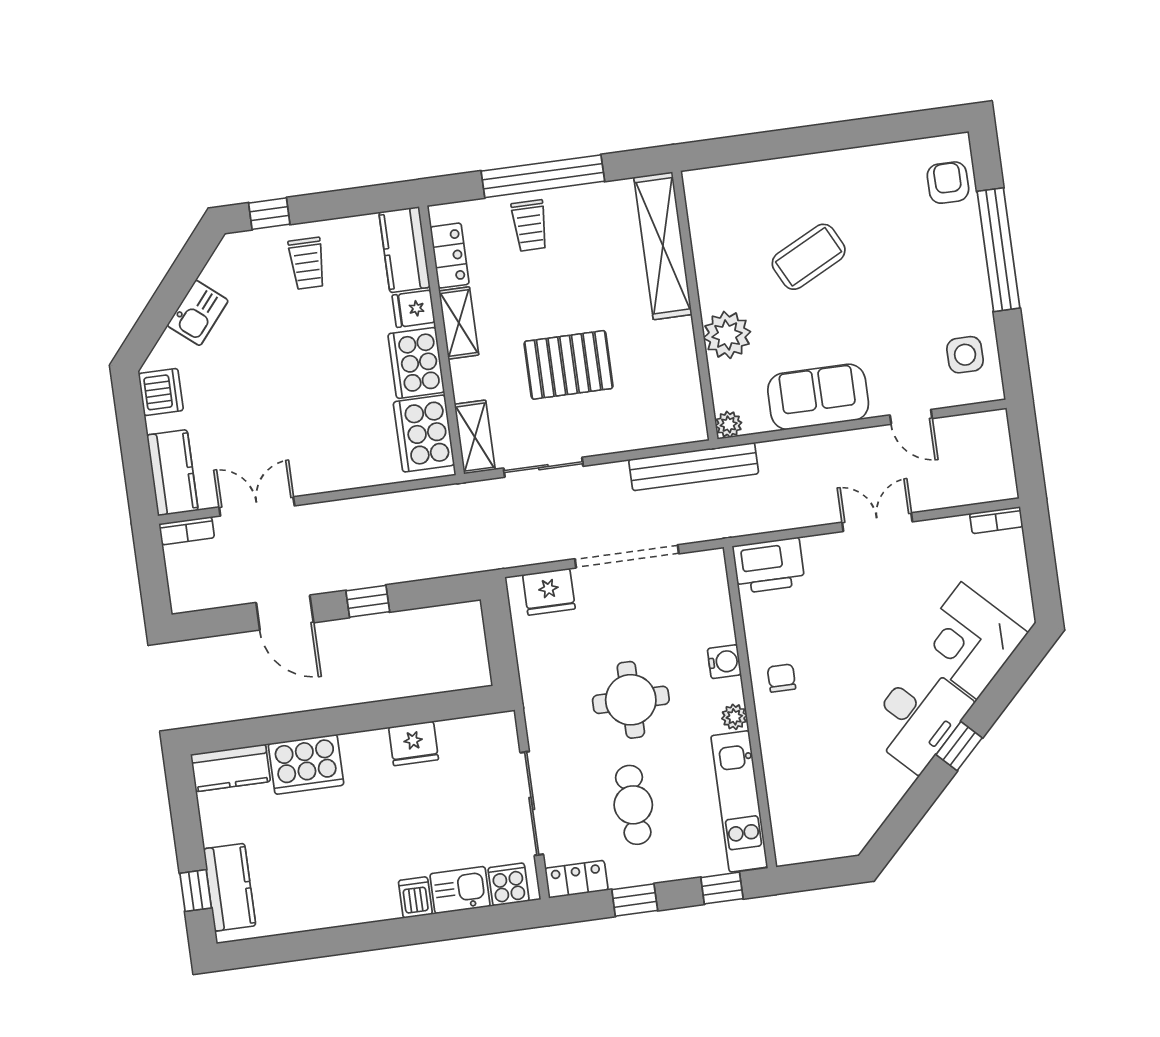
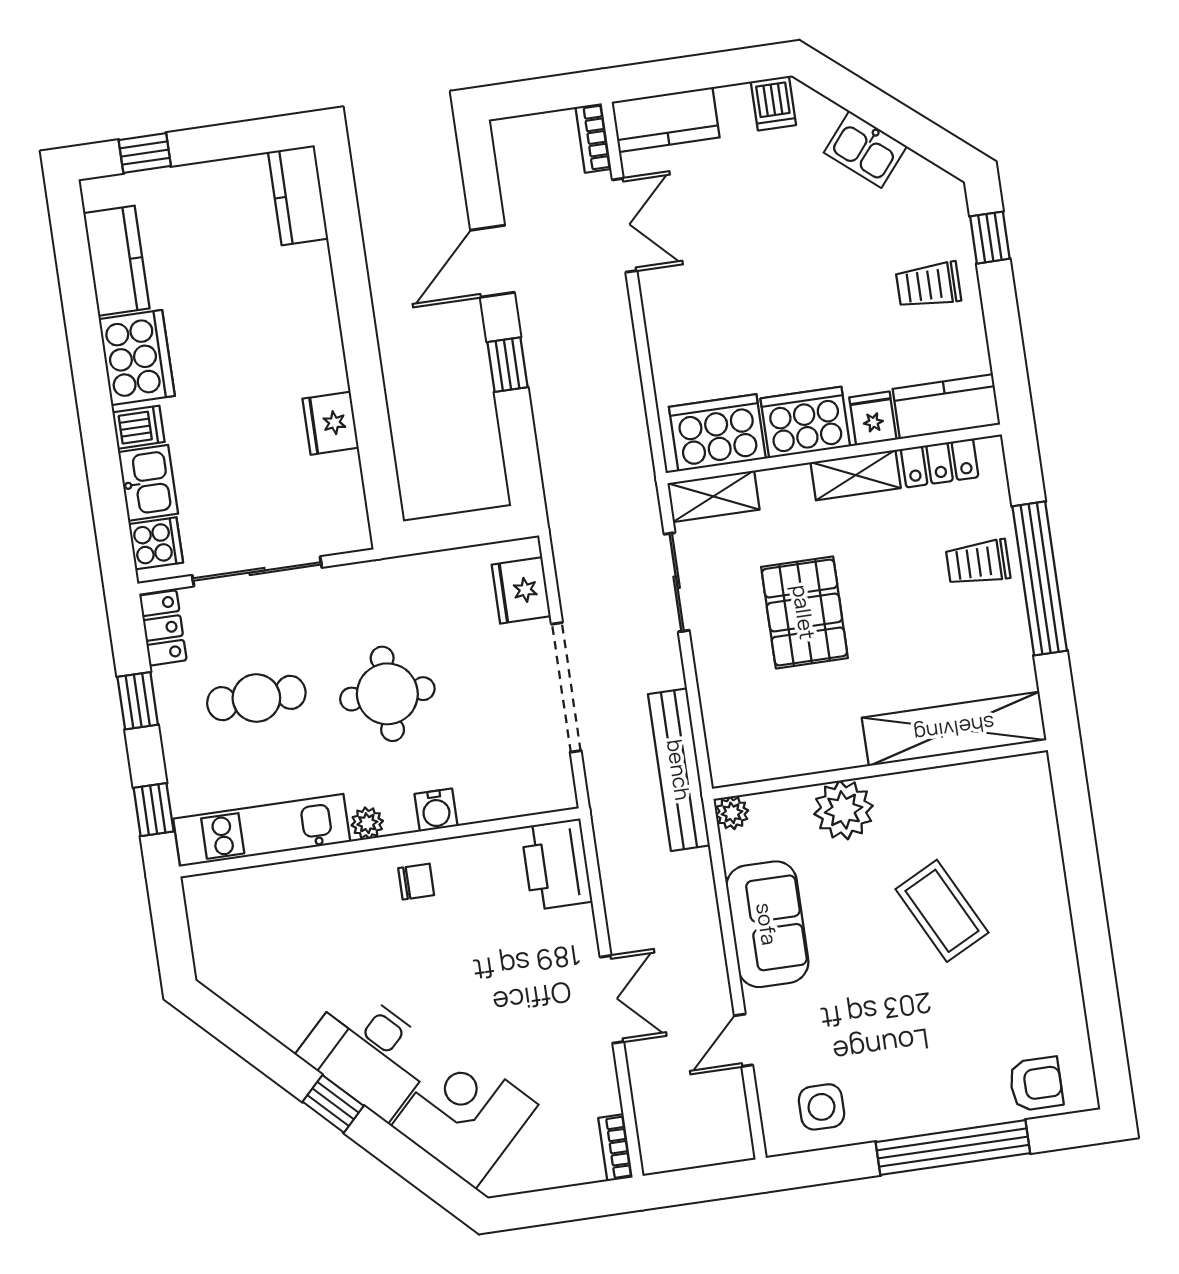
dishwasher: (161, 392) -> (773, 103), width x0.73
cooker: (306, 764) -> (137, 358), moved, turned 180
kitchen counter: (230, 887) -> (117, 261), moved, turned -90

